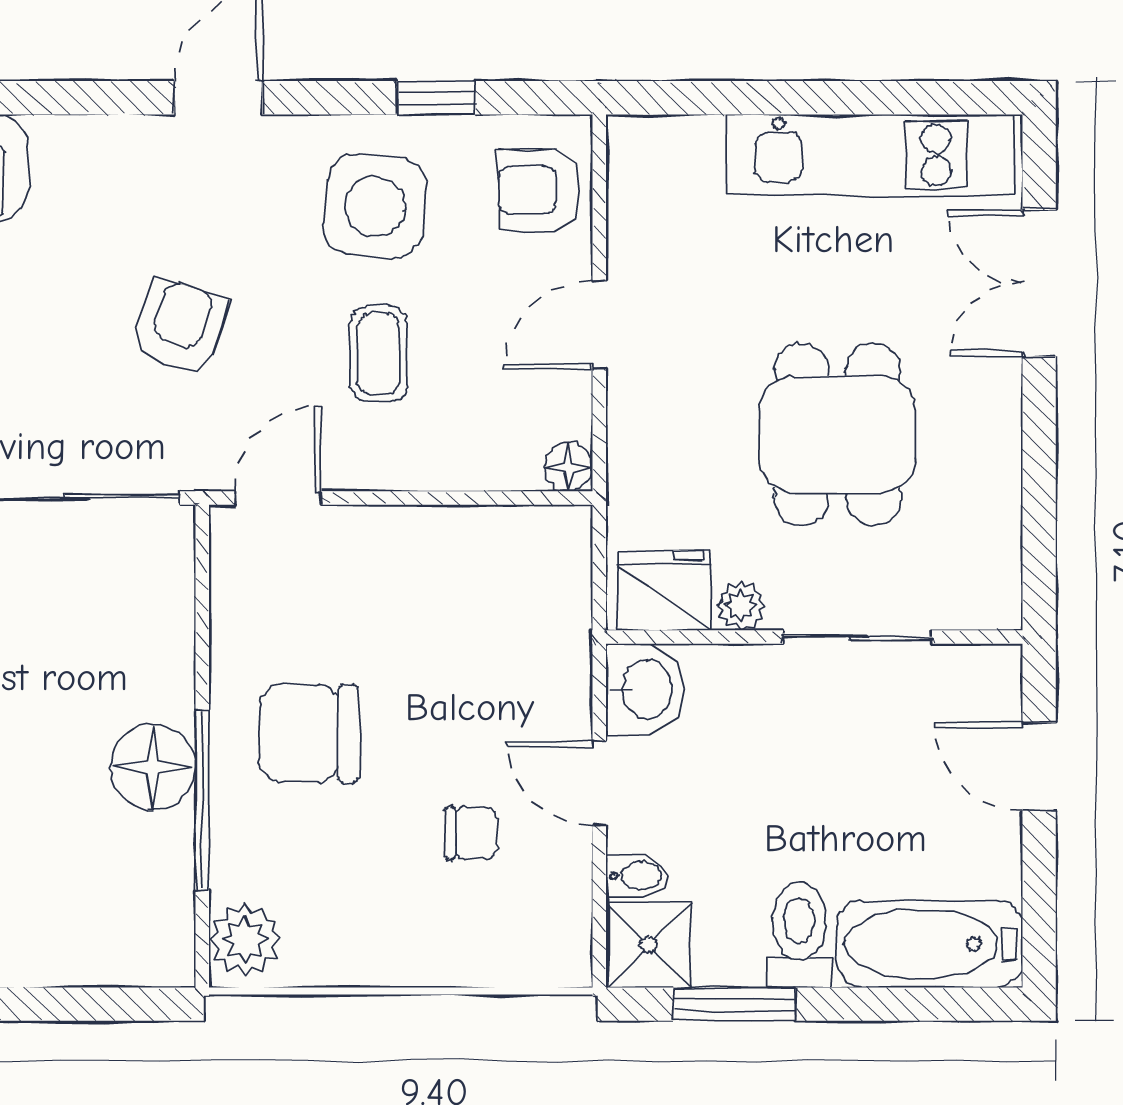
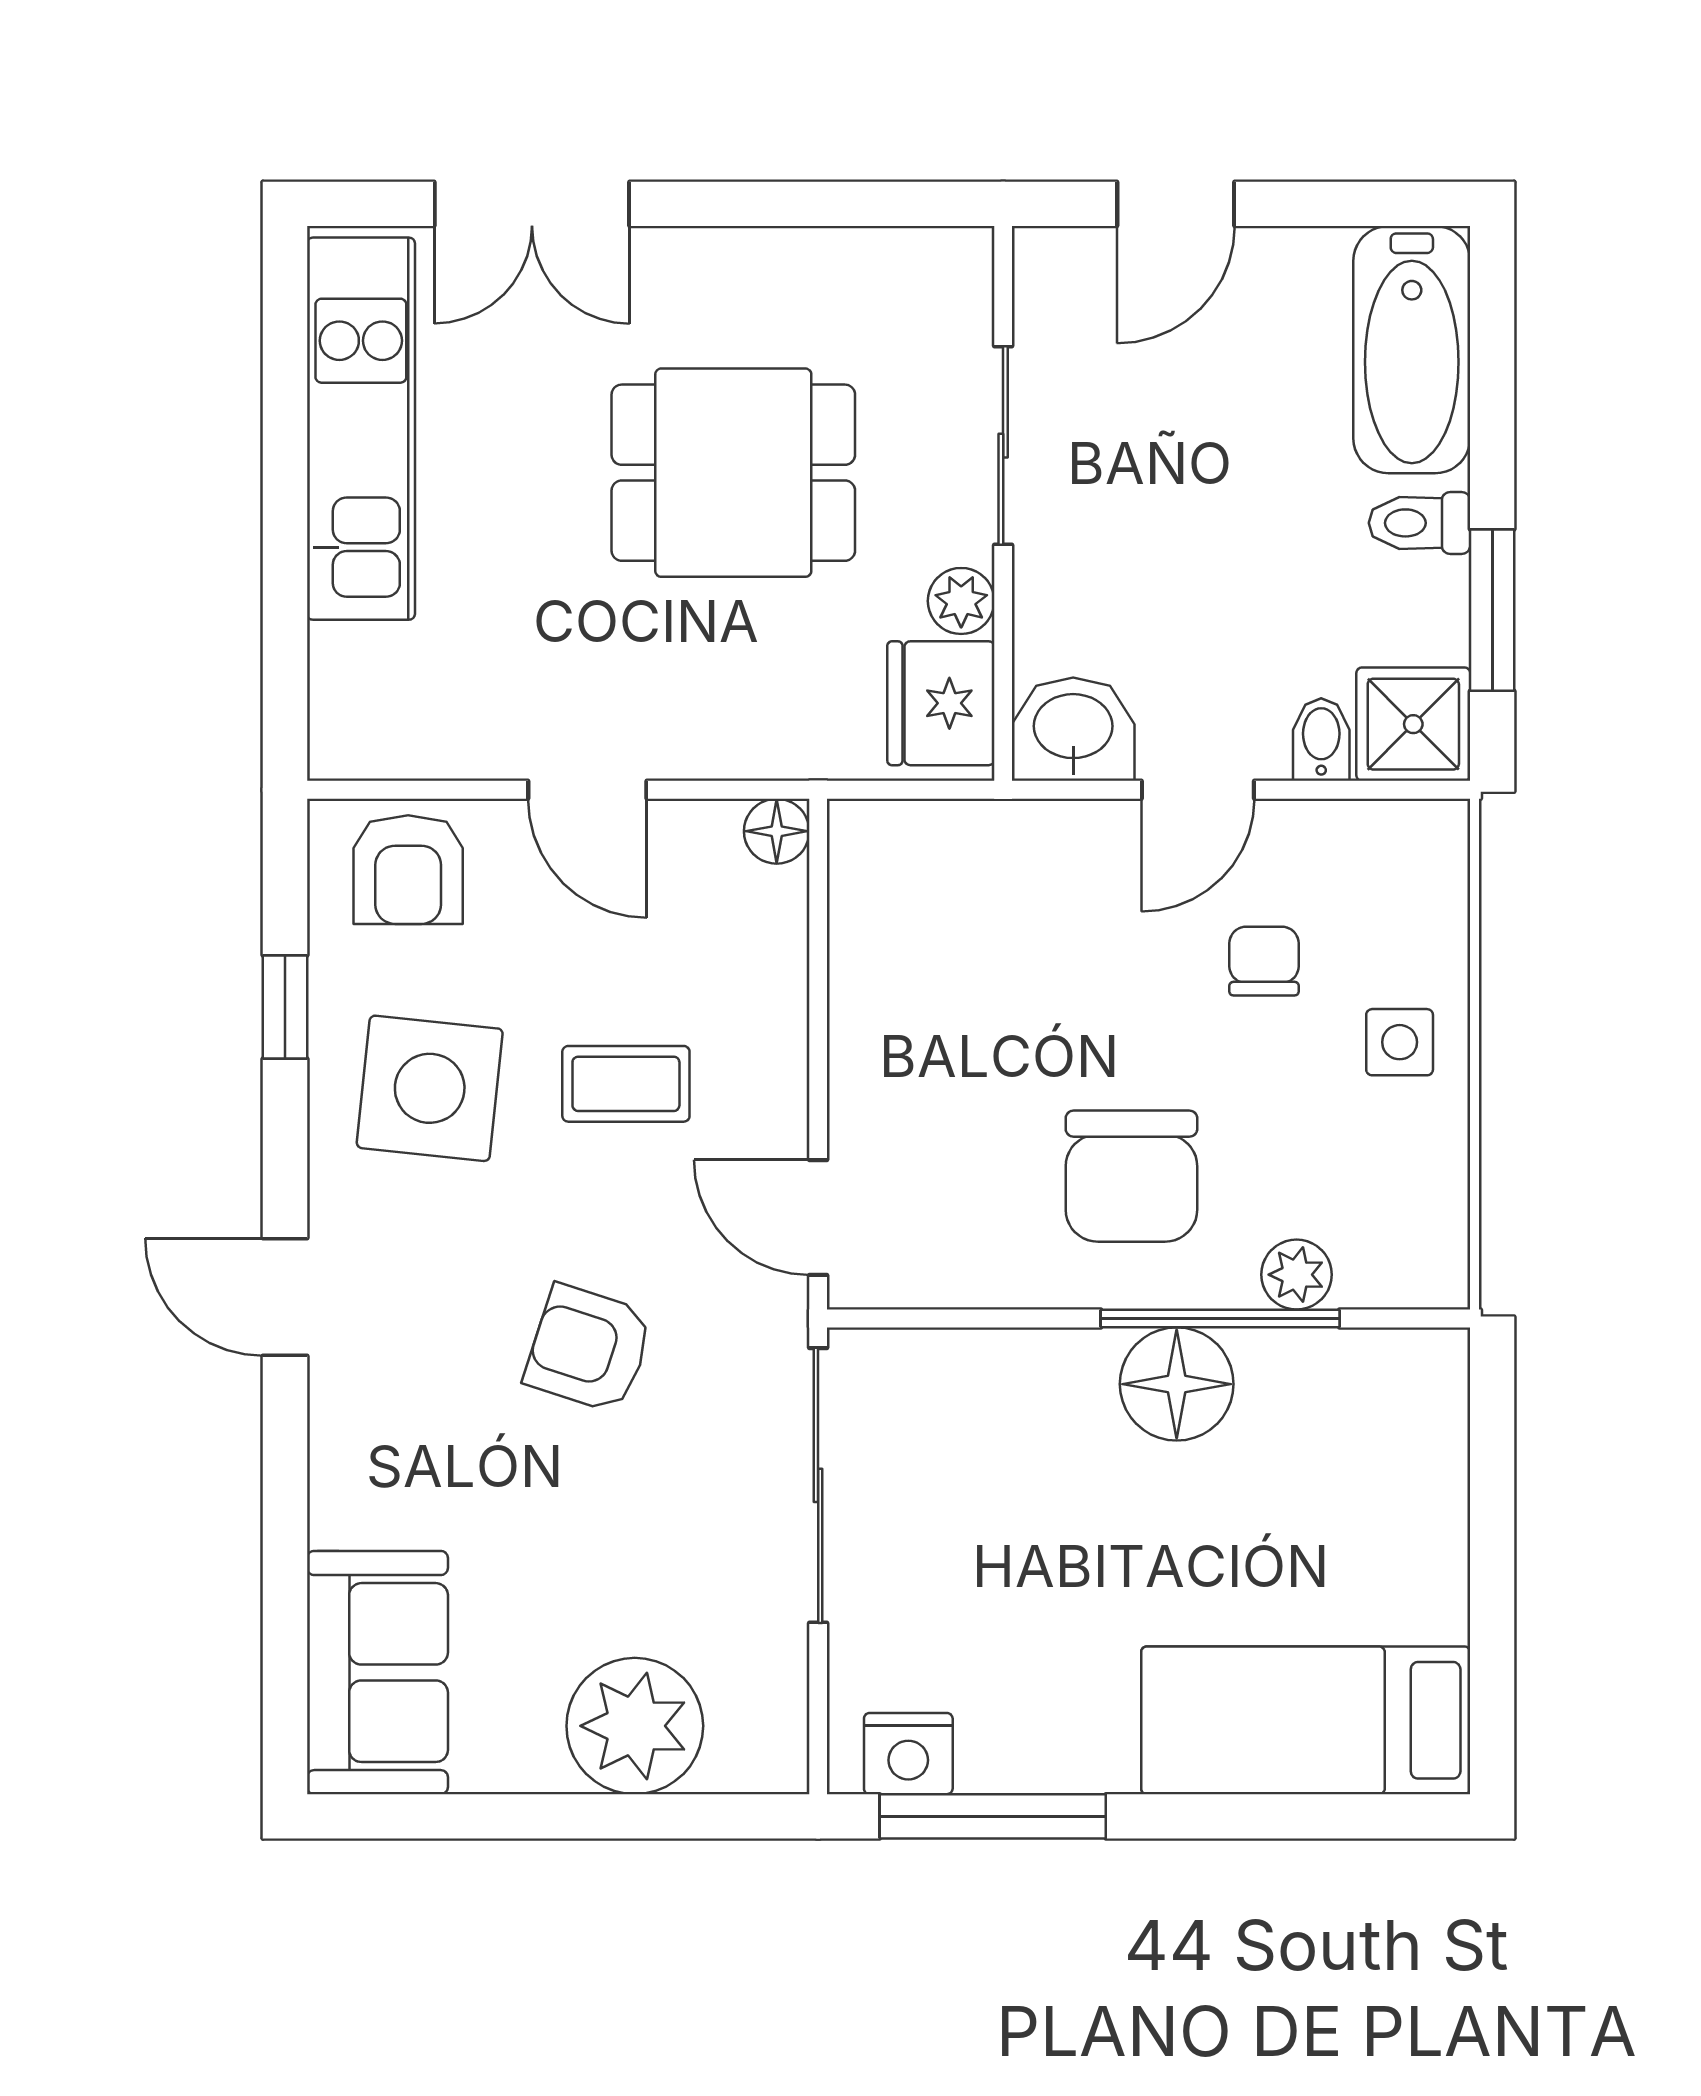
side table: (410, 935) -> (1400, 1042), added
toilet: (799, 935) -> (1420, 523), width x0.73, depth x0.72
plant: (245, 939) -> (1297, 1275), moved, width x0.73, depth x0.73

